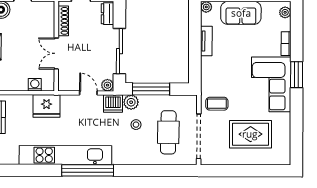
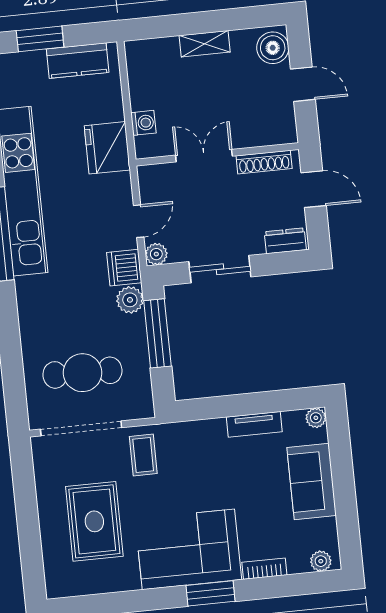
sliding door: (119, 51) -> (220, 269), width x0.73
stool: (136, 125) -> (90, 313), removed

